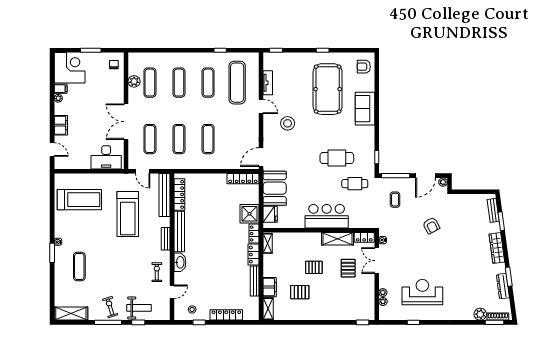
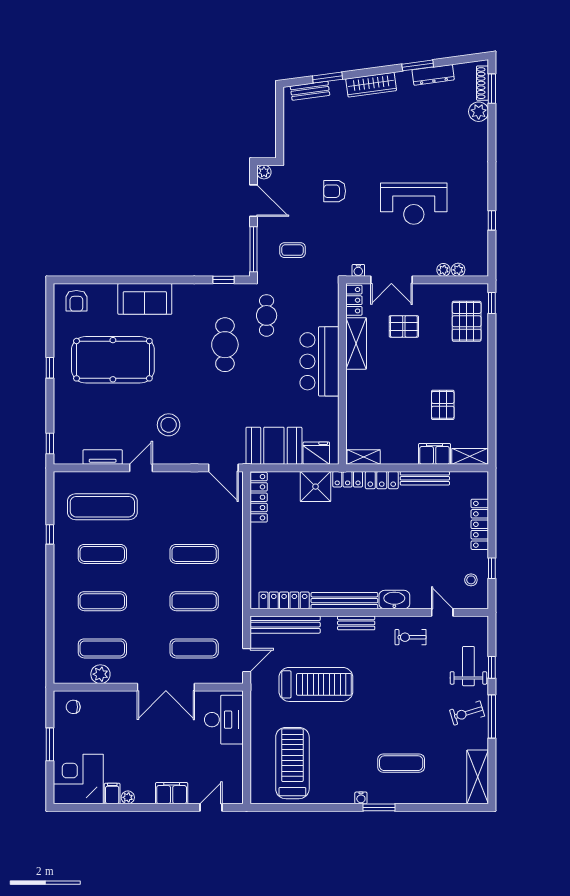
armchair: (431, 226) -> (335, 191), turned -152
pallet: (314, 267) -> (467, 321), moved, width x1.50, depth x1.42
reception desk: (422, 292) -> (414, 204), moved, turned -90

